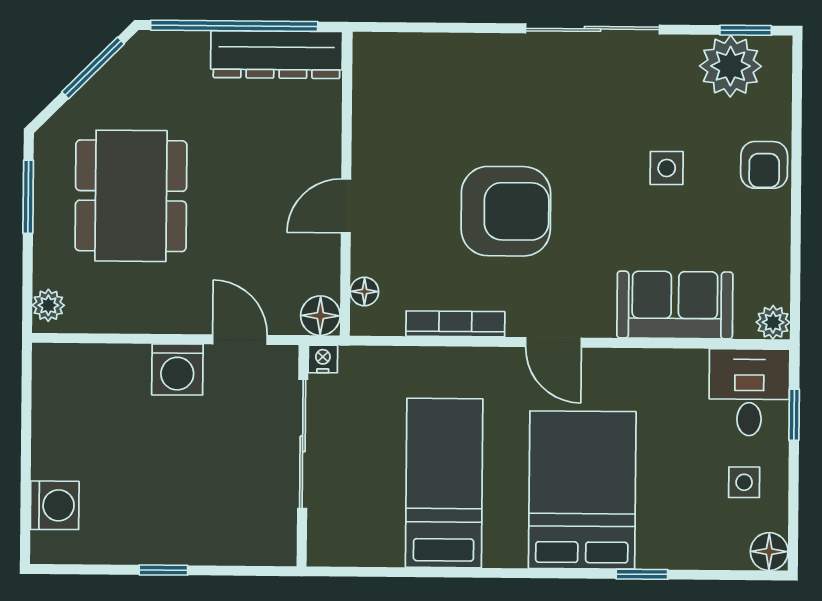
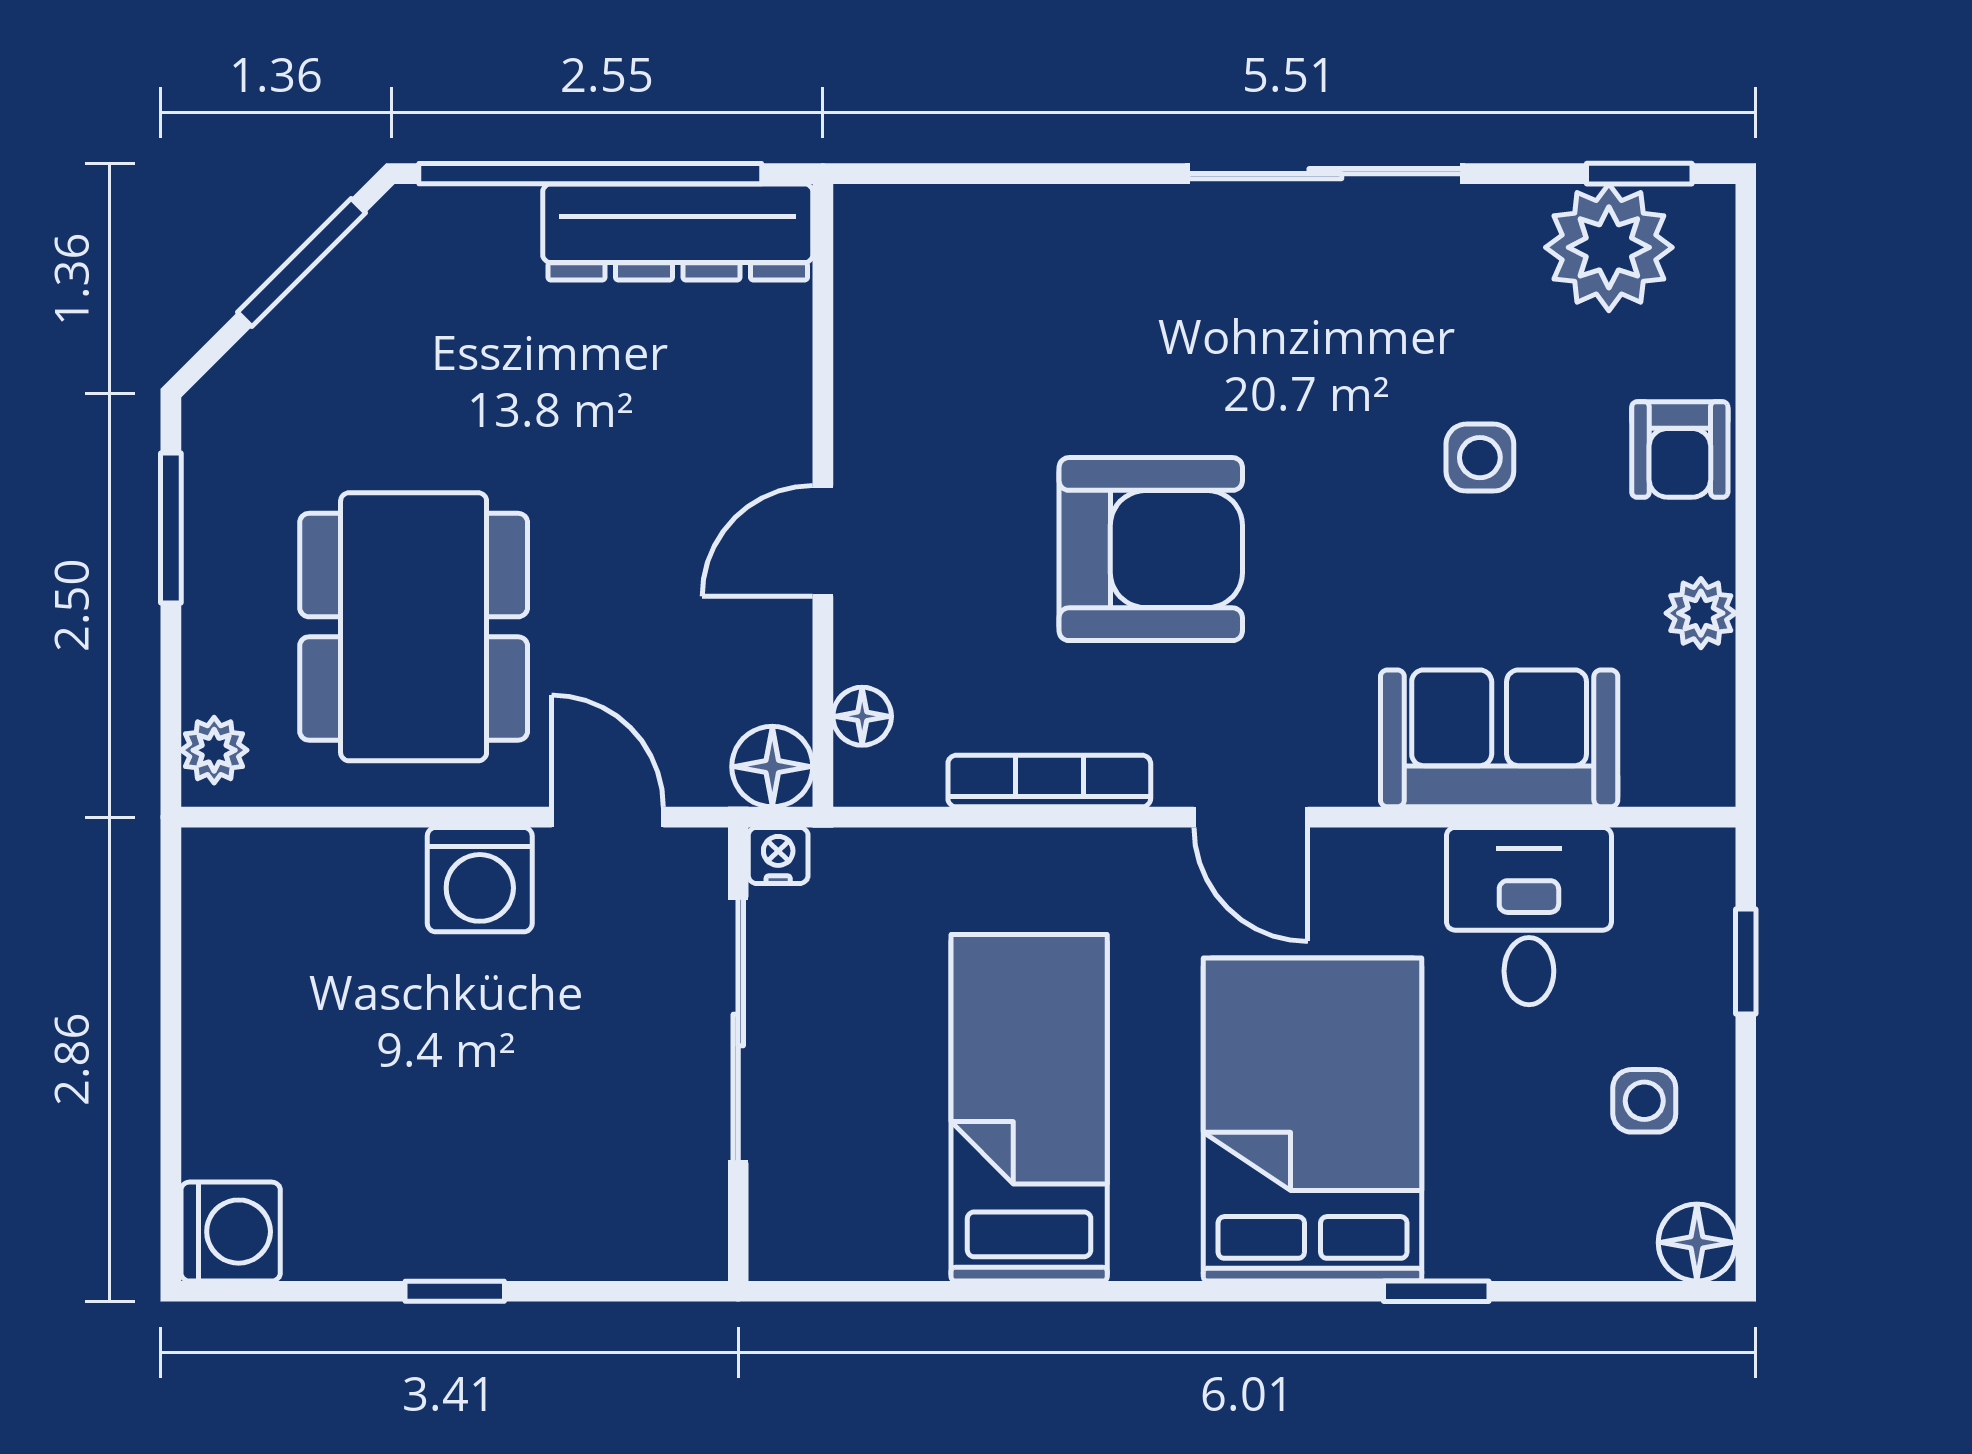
dining table: (131, 196) -> (414, 627), moved
plant: (773, 322) -> (1701, 613), moved
desk: (749, 392) -> (1529, 916), moved
washing machine: (55, 505) -> (231, 1232), moved

